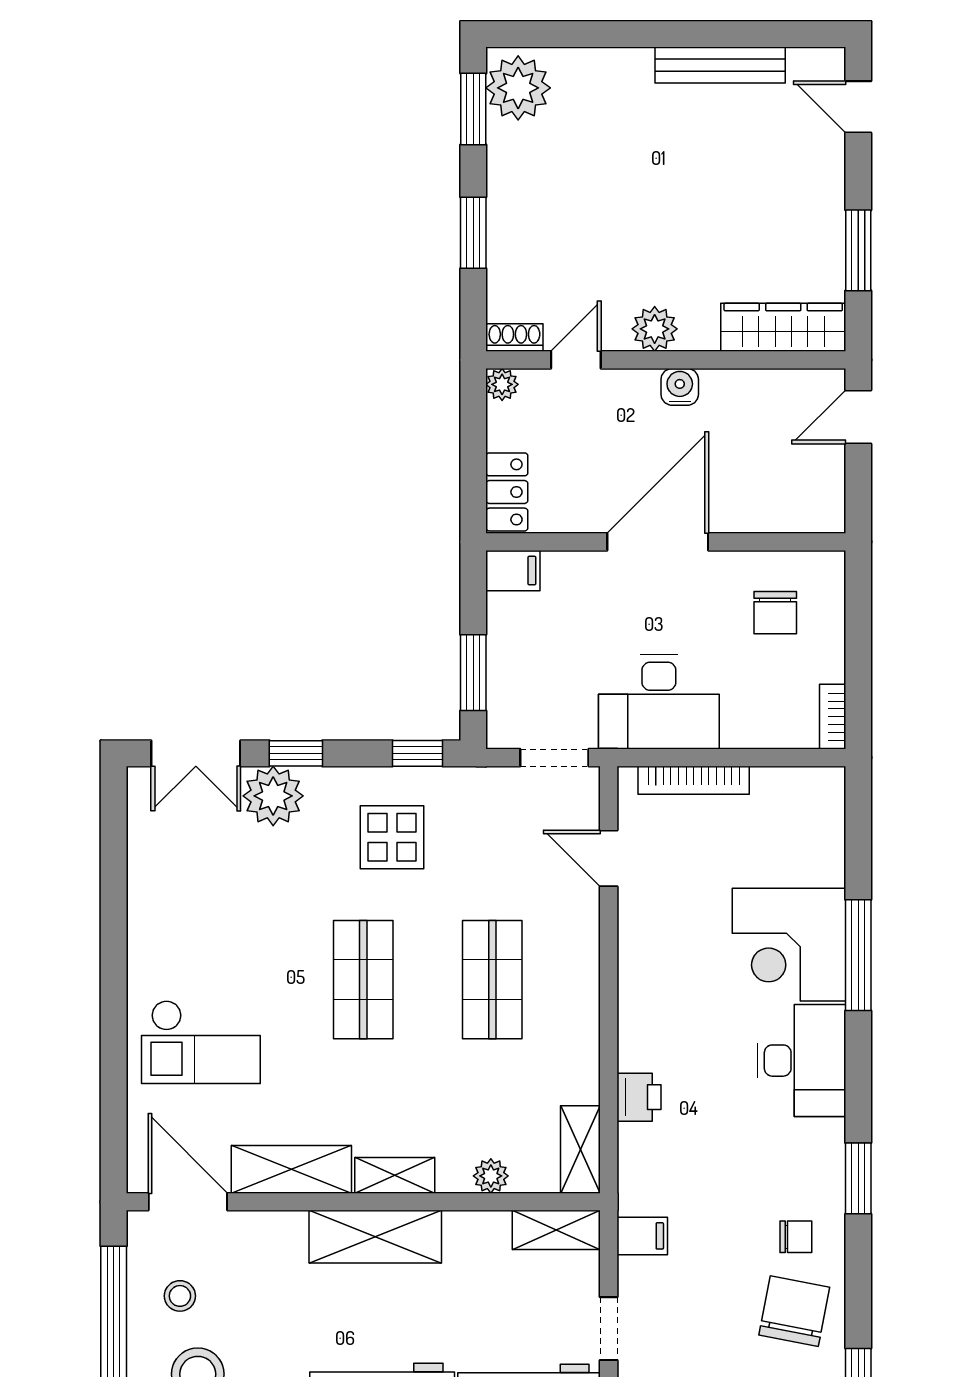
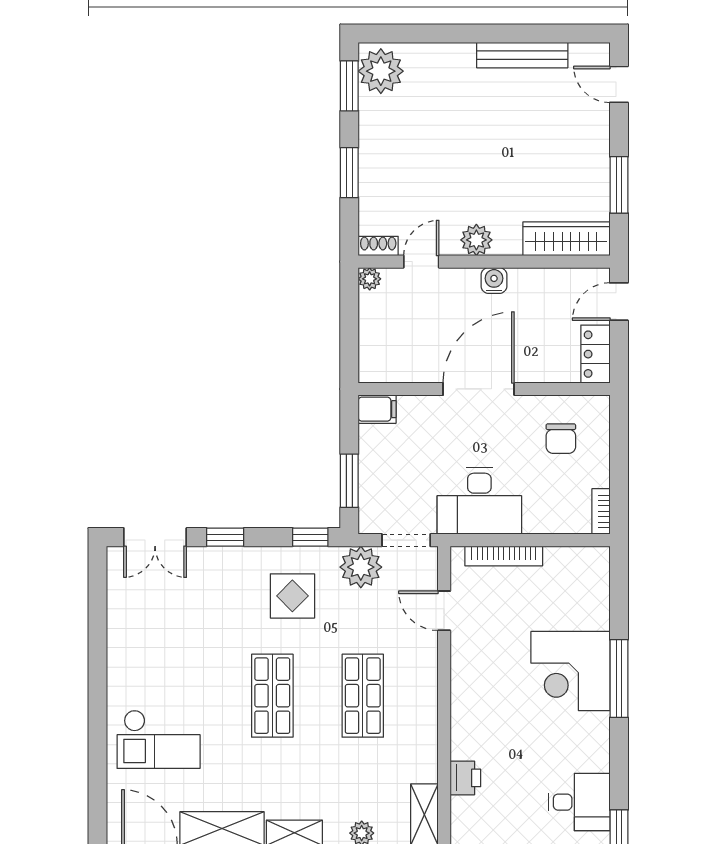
locker: (507, 492) -> (595, 354), moved, turned 180
plant: (273, 796) -> (361, 567), moved
desk: (801, 1061) -> (579, 802), moved, width x0.73

